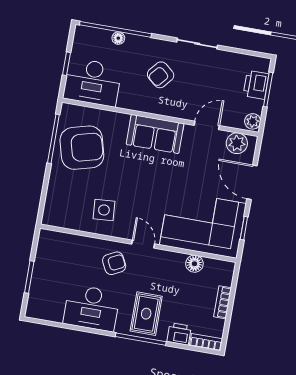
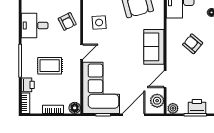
door: (207, 125) -> (165, 79), swing flipped
armchair: (114, 263) -> (67, 21), moved
floor lamp: (194, 264) -> (75, 108), moved
desk: (91, 308) -> (35, 25), width x0.73
rug: (146, 314) -> (50, 66), moved

